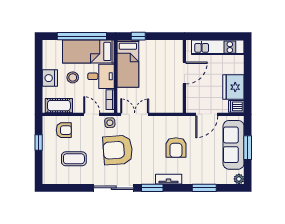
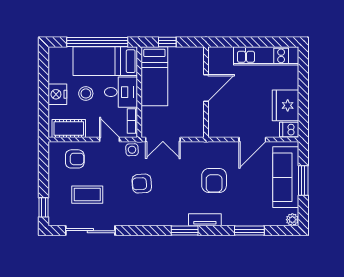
door: (184, 73) -> (206, 88), moved
wall: (184, 76) -> (206, 92), moved
double door: (135, 114) -> (163, 139), swing flipped
window: (39, 143) -> (43, 207), moved
armchair: (118, 150) -> (142, 184), width x0.53, depth x0.53
sliding door: (114, 188) -> (90, 231), moved

